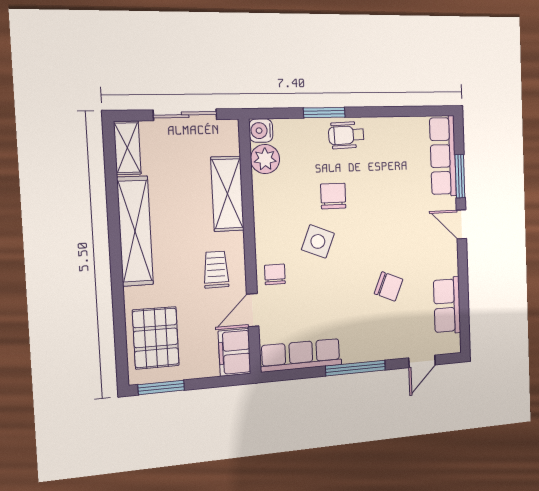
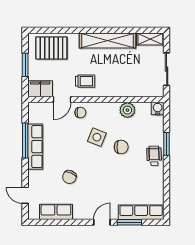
plant: (265, 159) -> (127, 110), moved
shelving: (227, 194) -> (125, 89), removed
door: (253, 310) -> (62, 100), swing flipped
row of seats: (301, 355) -> (35, 147), moved
window: (356, 368) -> (25, 140), moved
window: (161, 387) -> (25, 65), moved

